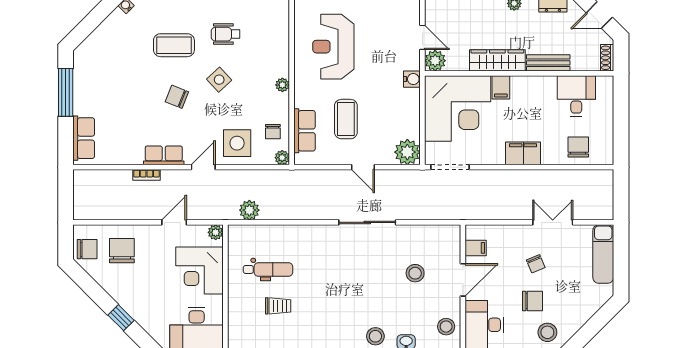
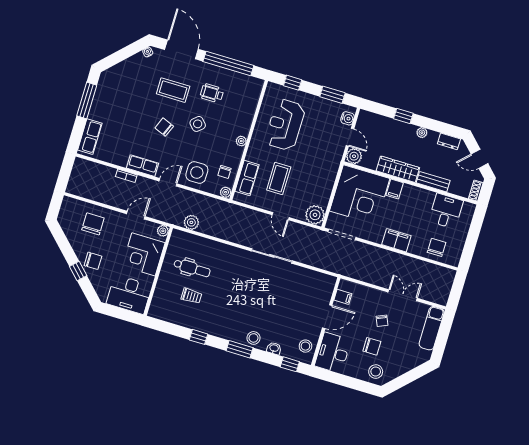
water cooler: (412, 79) -> (348, 118), moved
chair: (87, 249) -> (93, 261), moved
stool: (415, 273) -> (295, 302), removed

